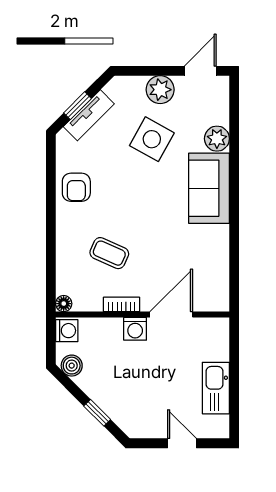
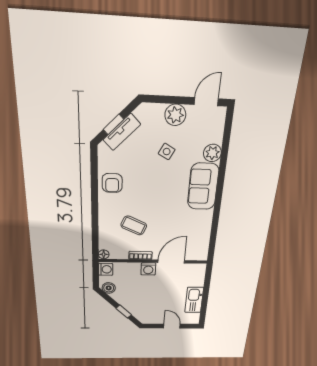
side table: (152, 139) -> (167, 152), width x0.54, depth x0.54

